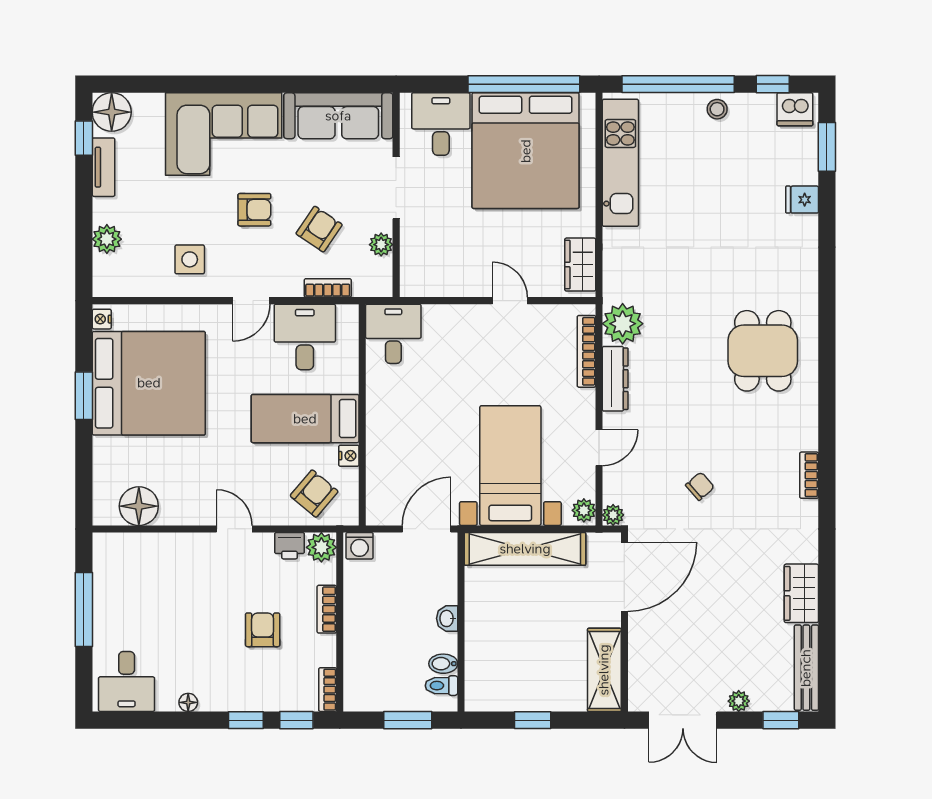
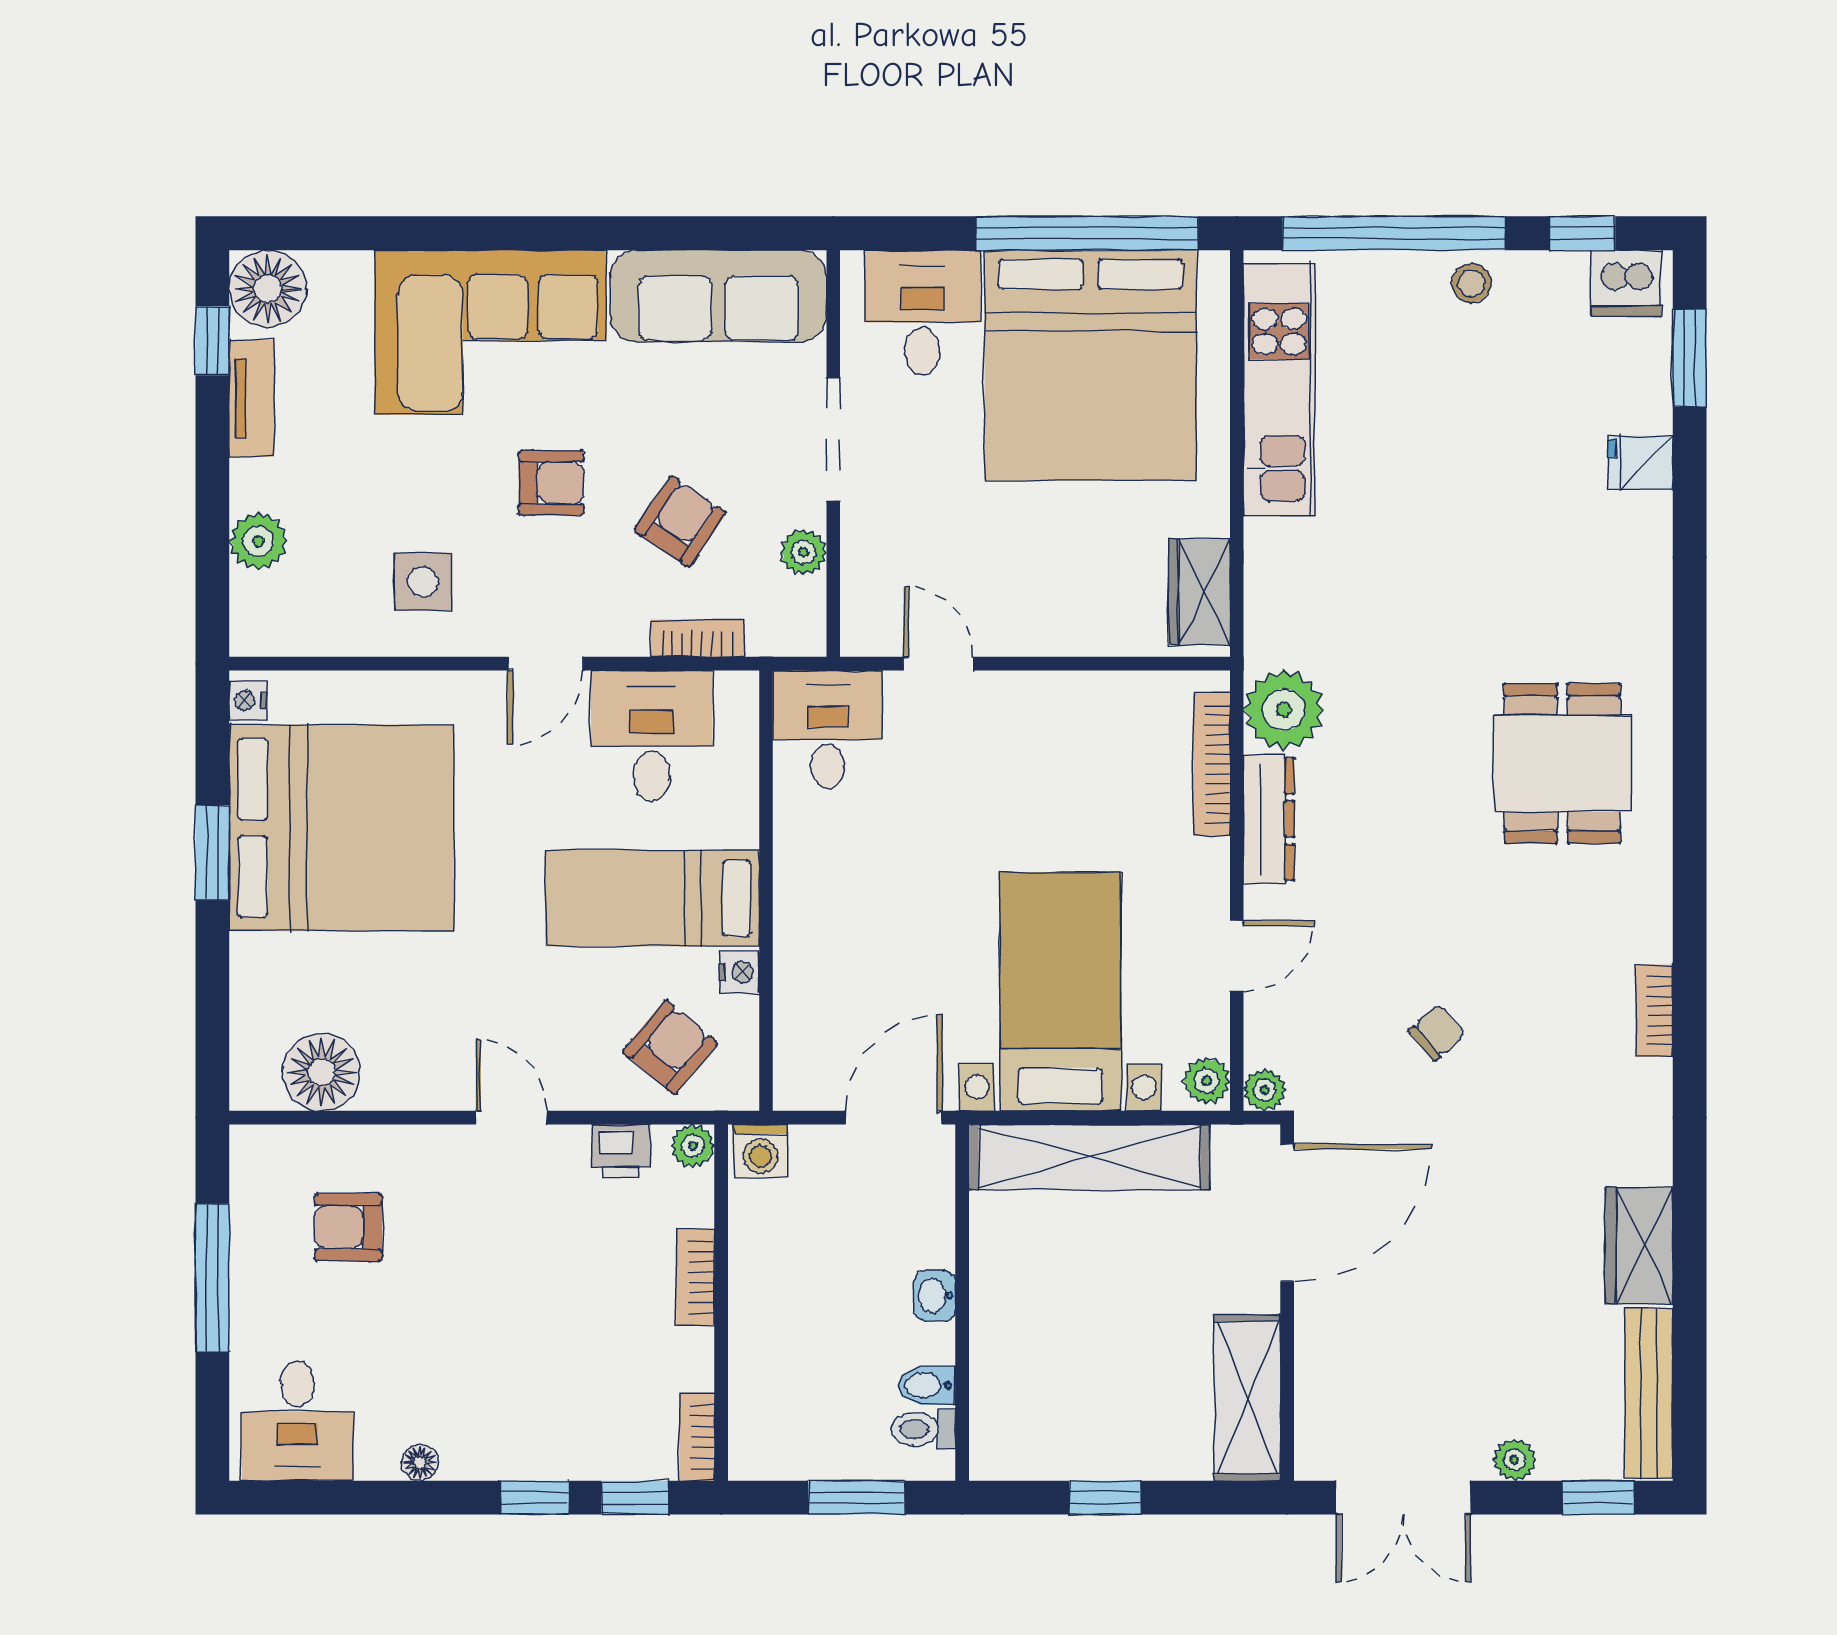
door: (510, 301) -> (939, 664), moved
plant: (321, 547) -> (693, 1146), width x0.73, depth x0.73
armchair: (263, 630) -> (348, 1227), moved, turned -90

